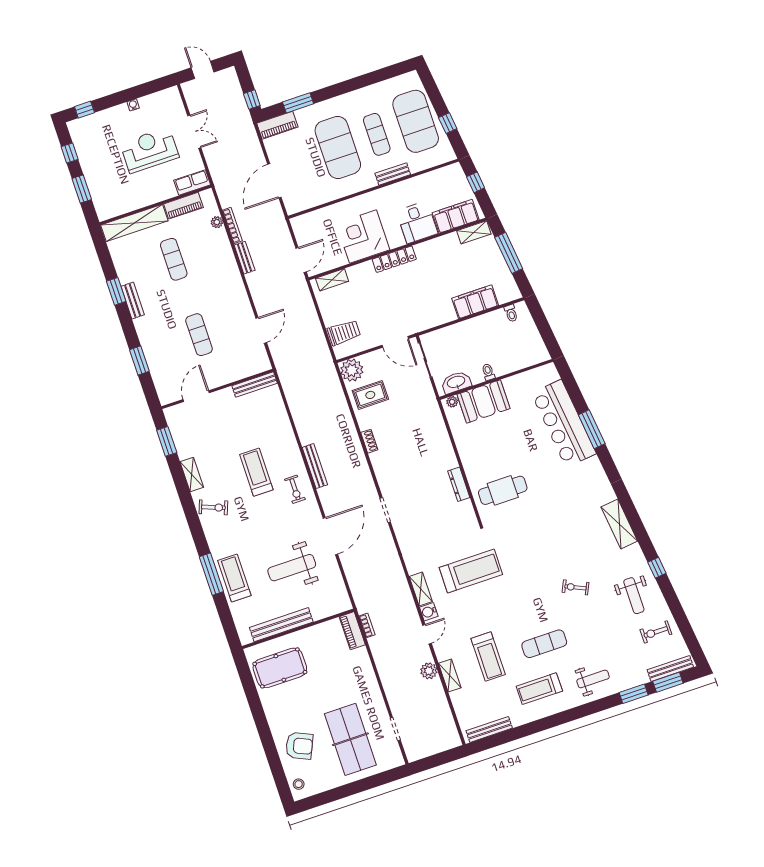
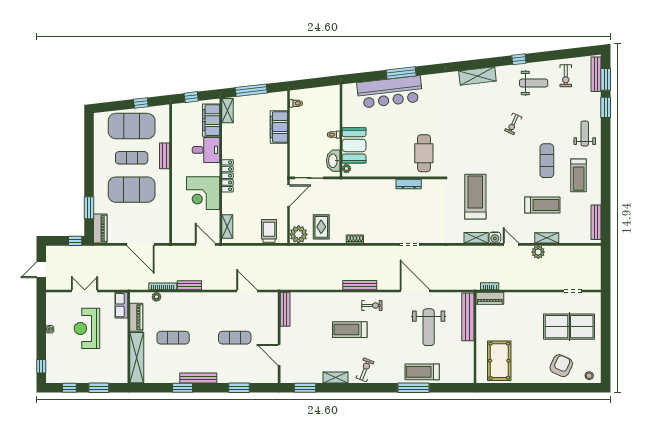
bench: (133, 301) -> (198, 378), width x1.36
bench: (281, 625) -> (468, 317), moved

